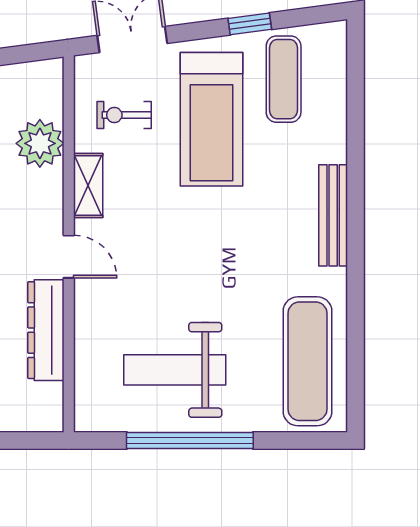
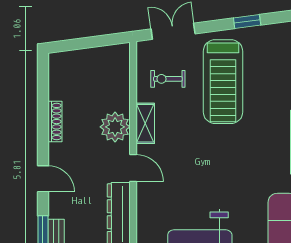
exercise mat: (284, 79) -> (268, 56), removed
plant: (40, 143) -> (115, 127), moved

